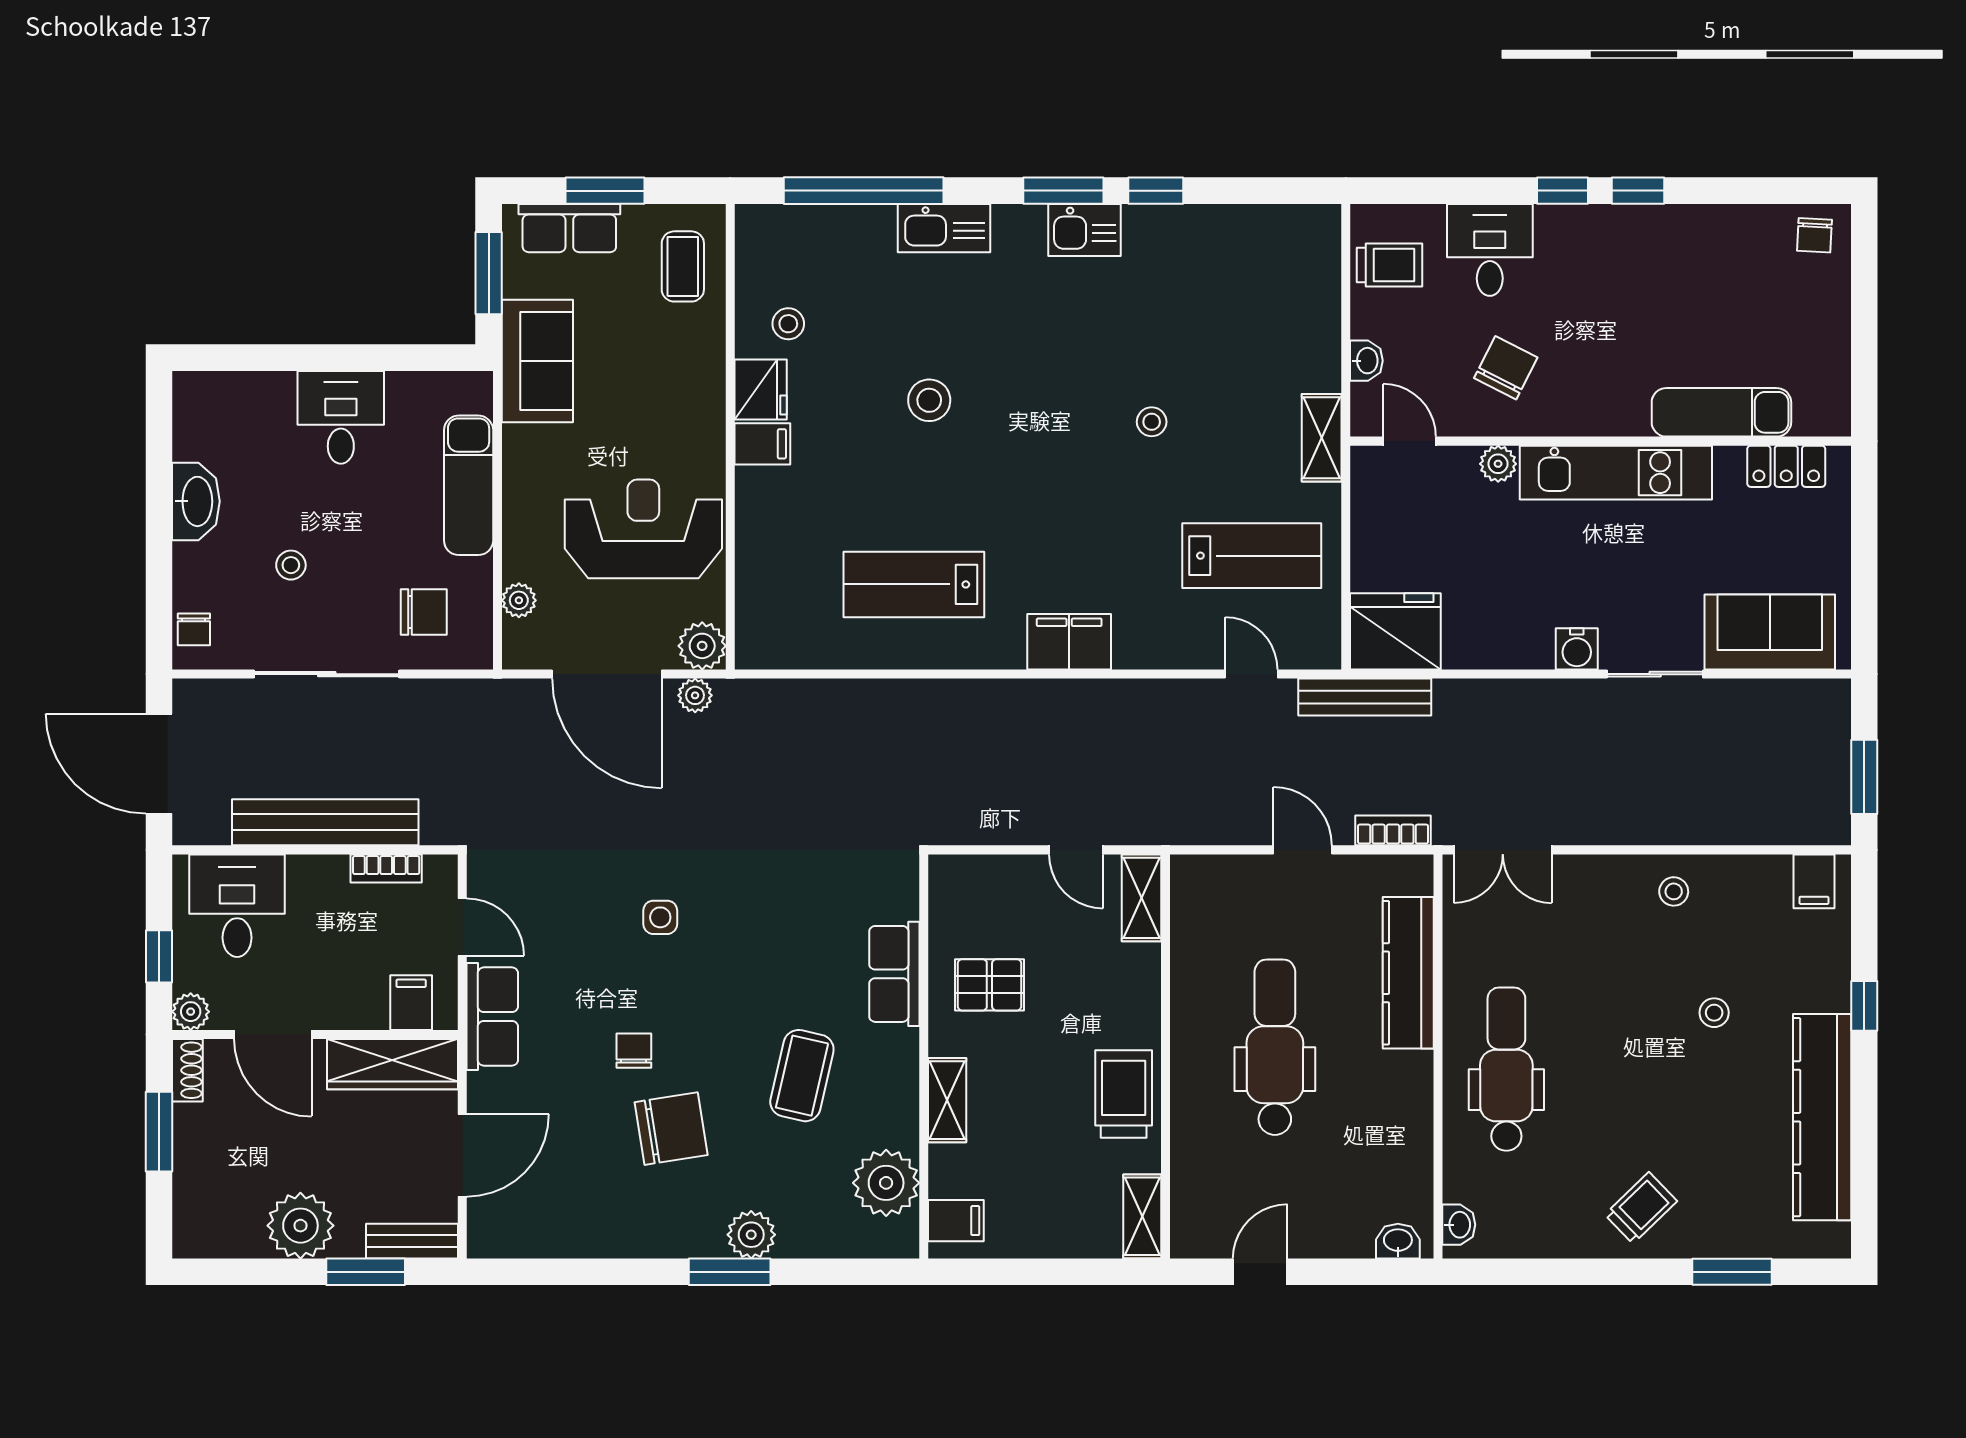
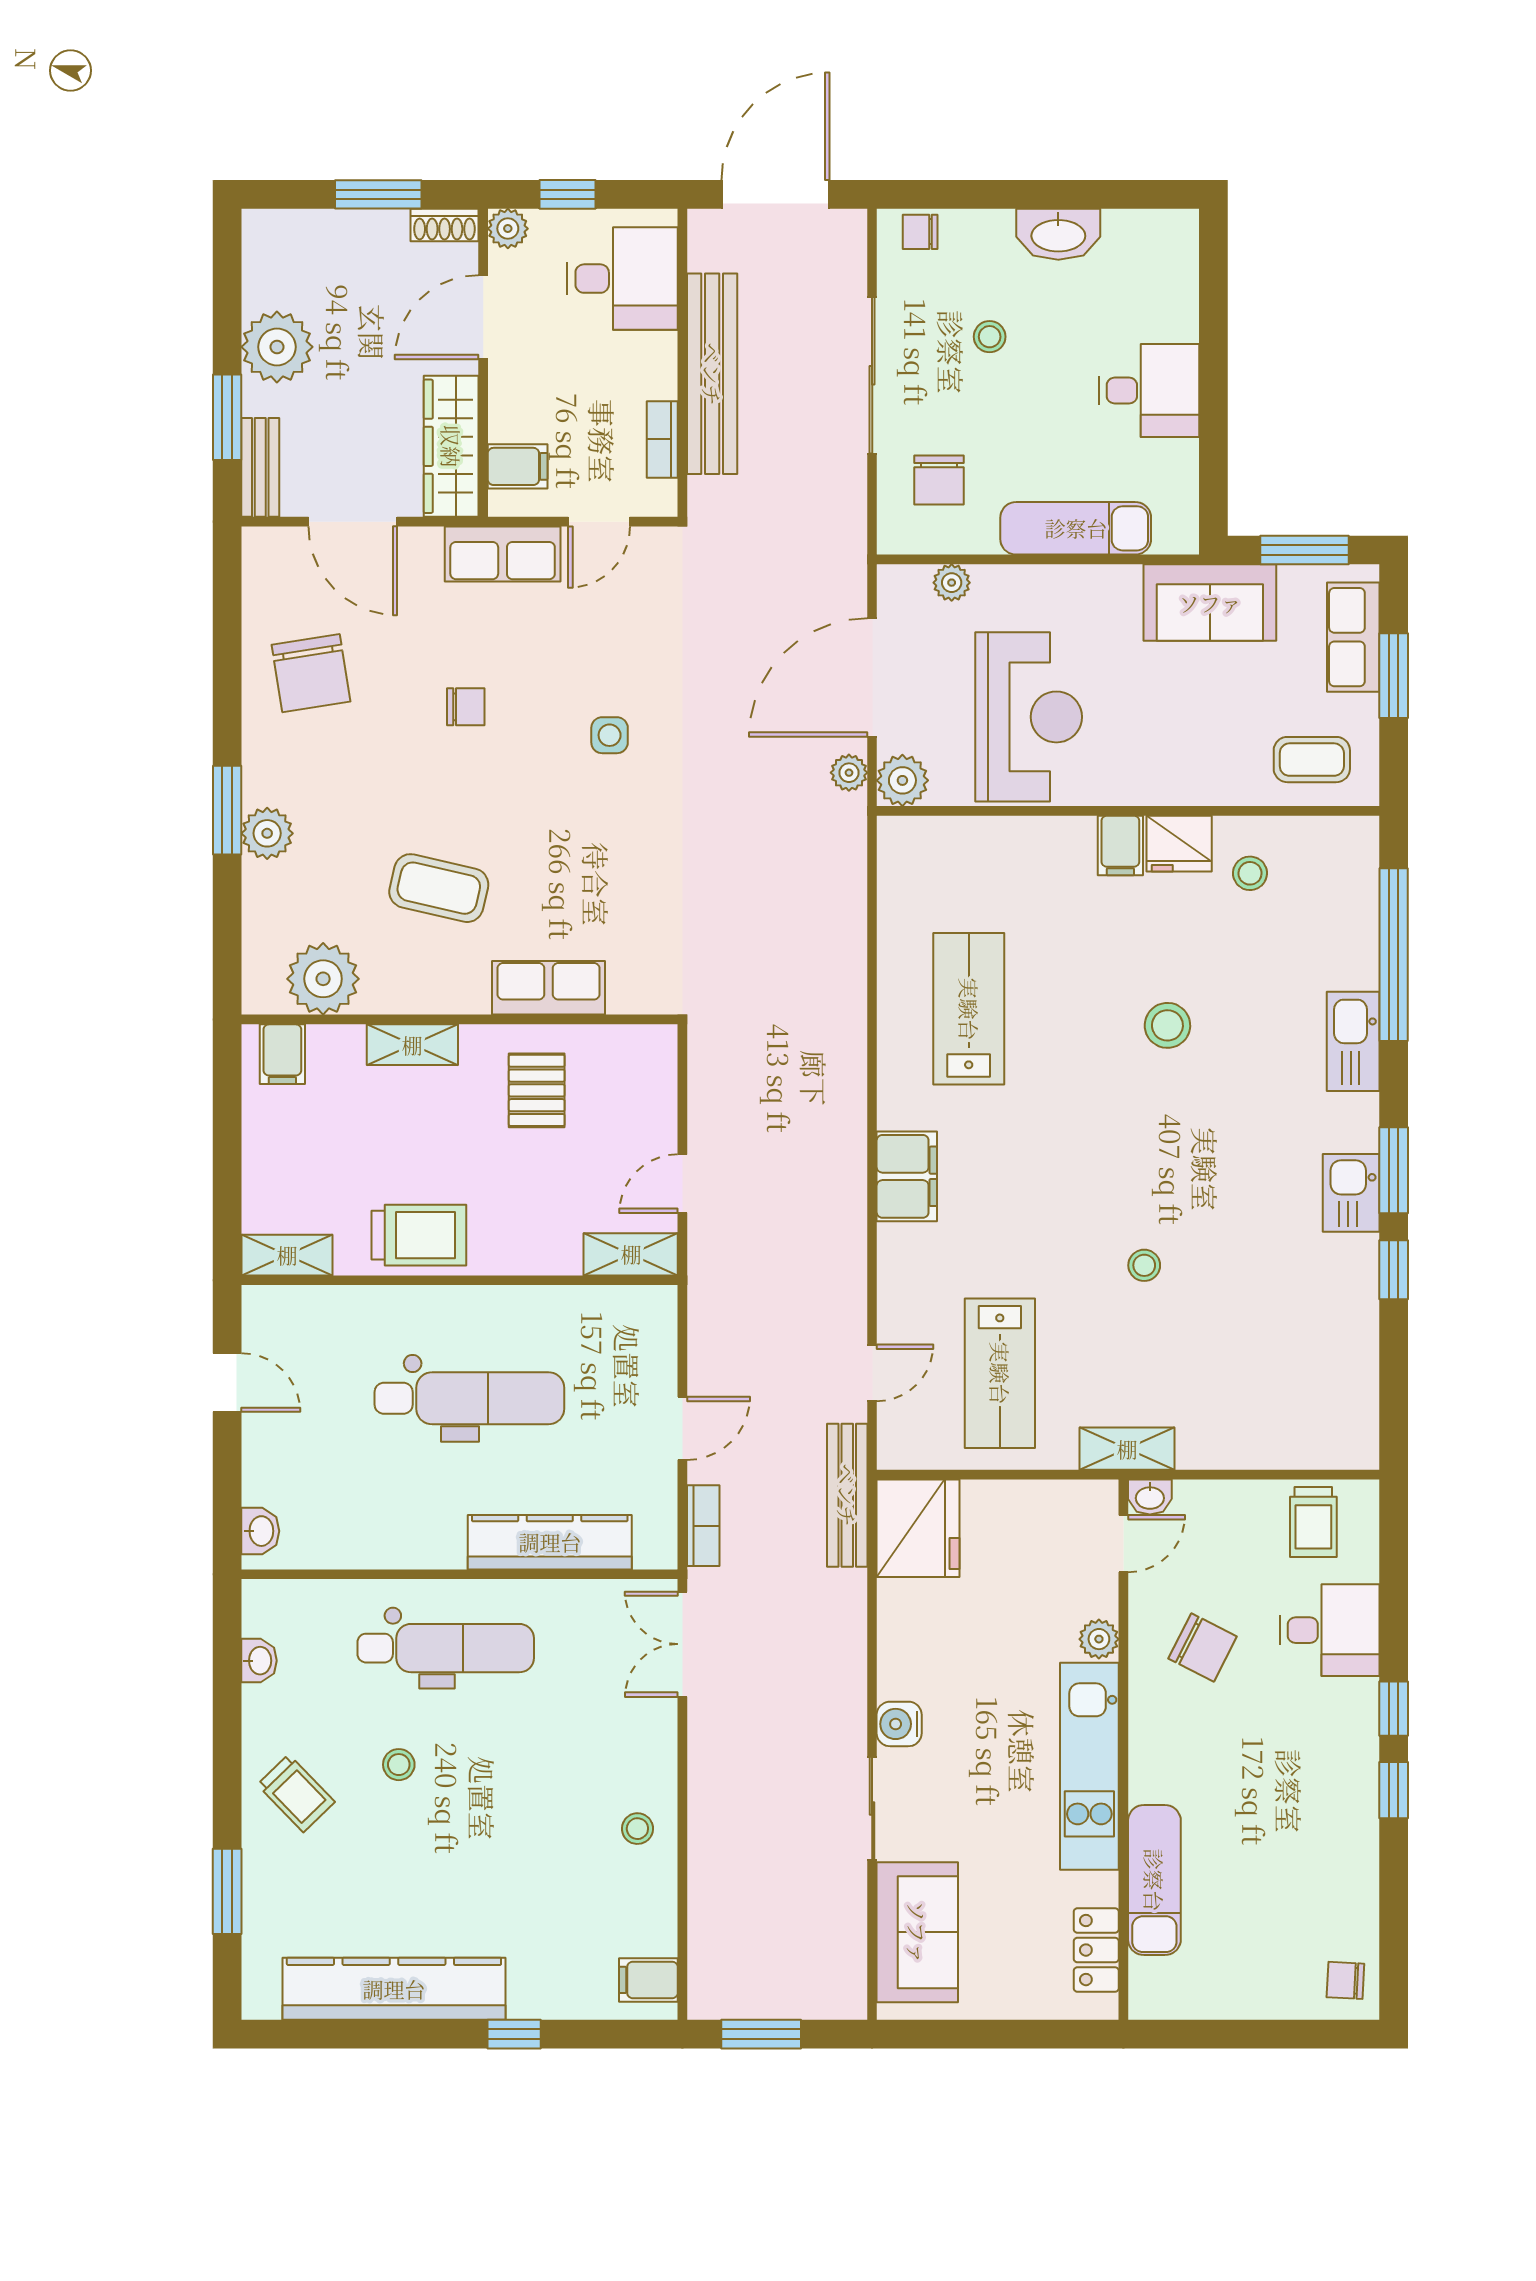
washbasin: (1366, 361) -> (1150, 1497), moved
stool: (1714, 1013) -> (399, 1765), moved
chair: (671, 1129) -> (311, 673), moved
washbasin: (1459, 1225) -> (259, 1661), moved, turned -90

